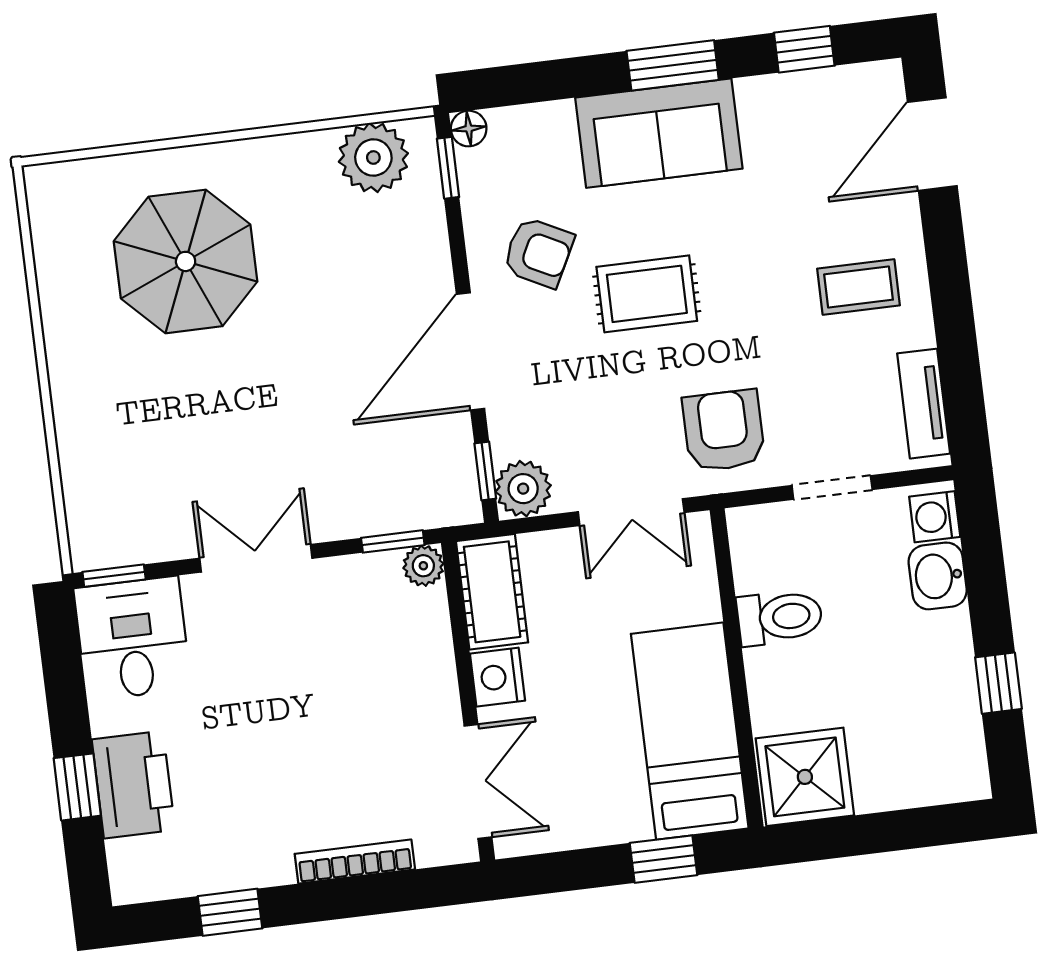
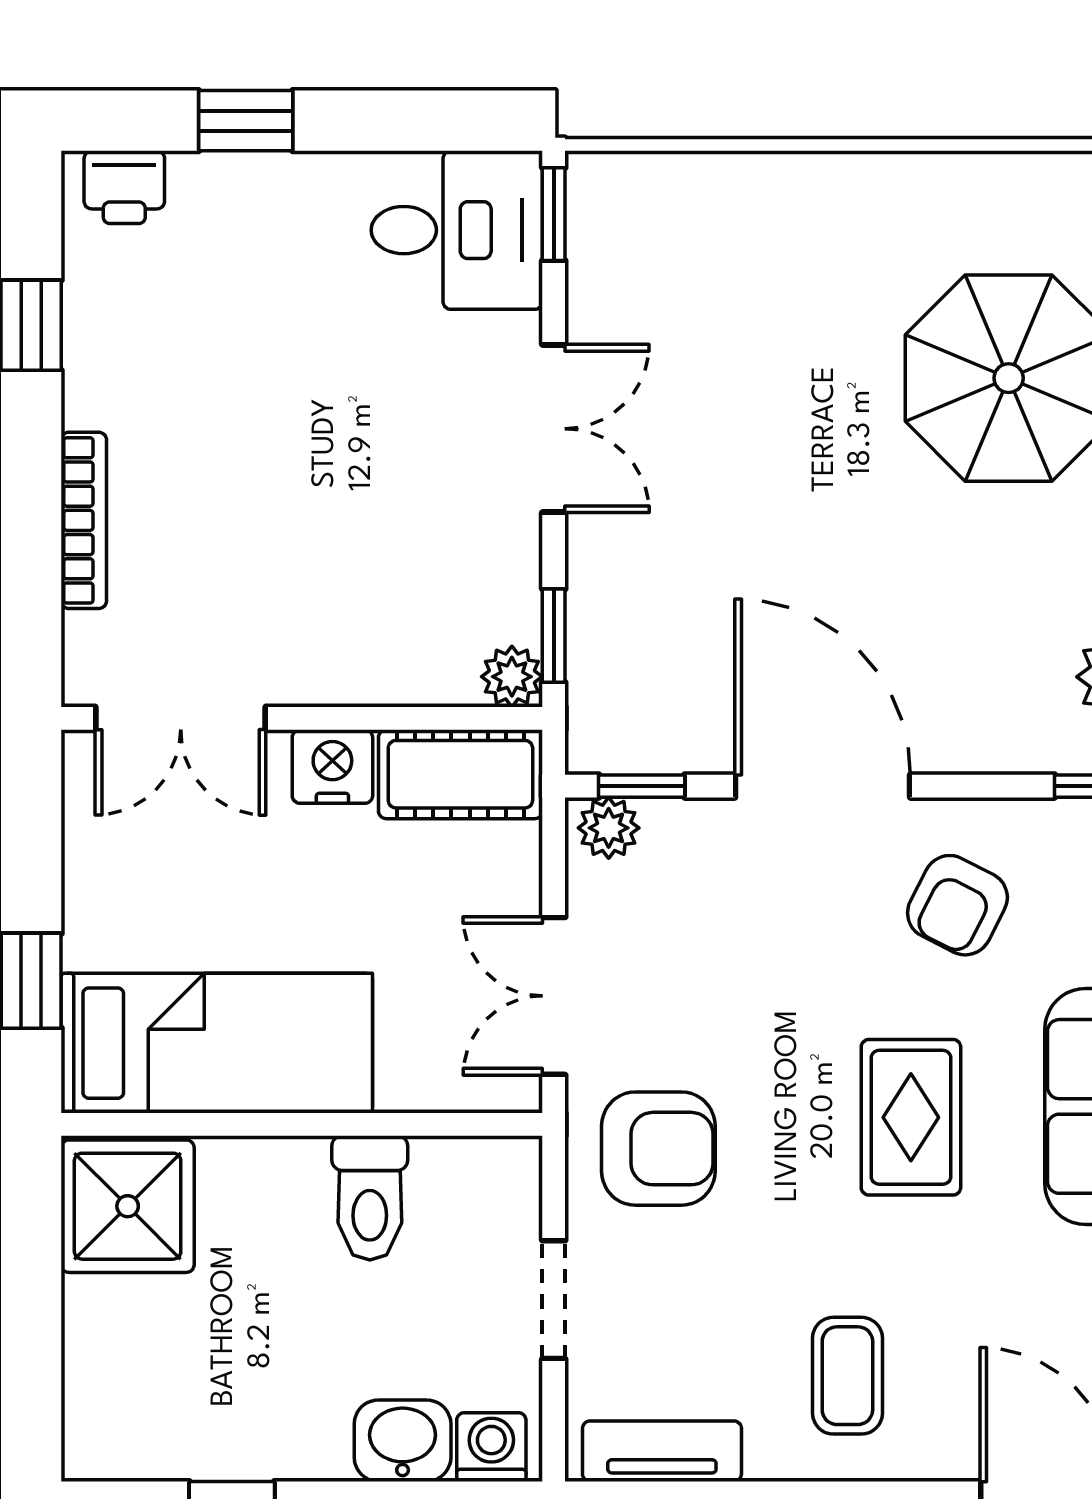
rug: (647, 294) -> (911, 1117), moved
plant: (523, 489) -> (609, 828), width x0.73, depth x0.73
printer: (133, 785) -> (124, 187), moved, width x0.53, depth x0.68

